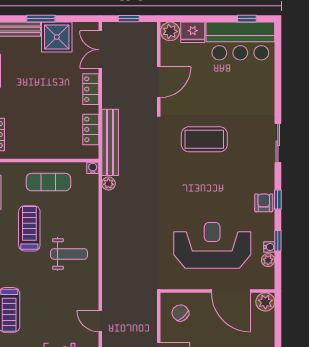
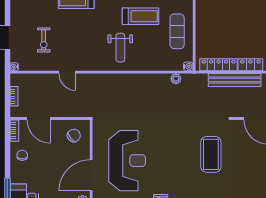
locker: (91, 129) -> (219, 65), width x1.53
bench: (110, 142) -> (235, 80), moved
door: (100, 321) -> (67, 72), swing flipped

